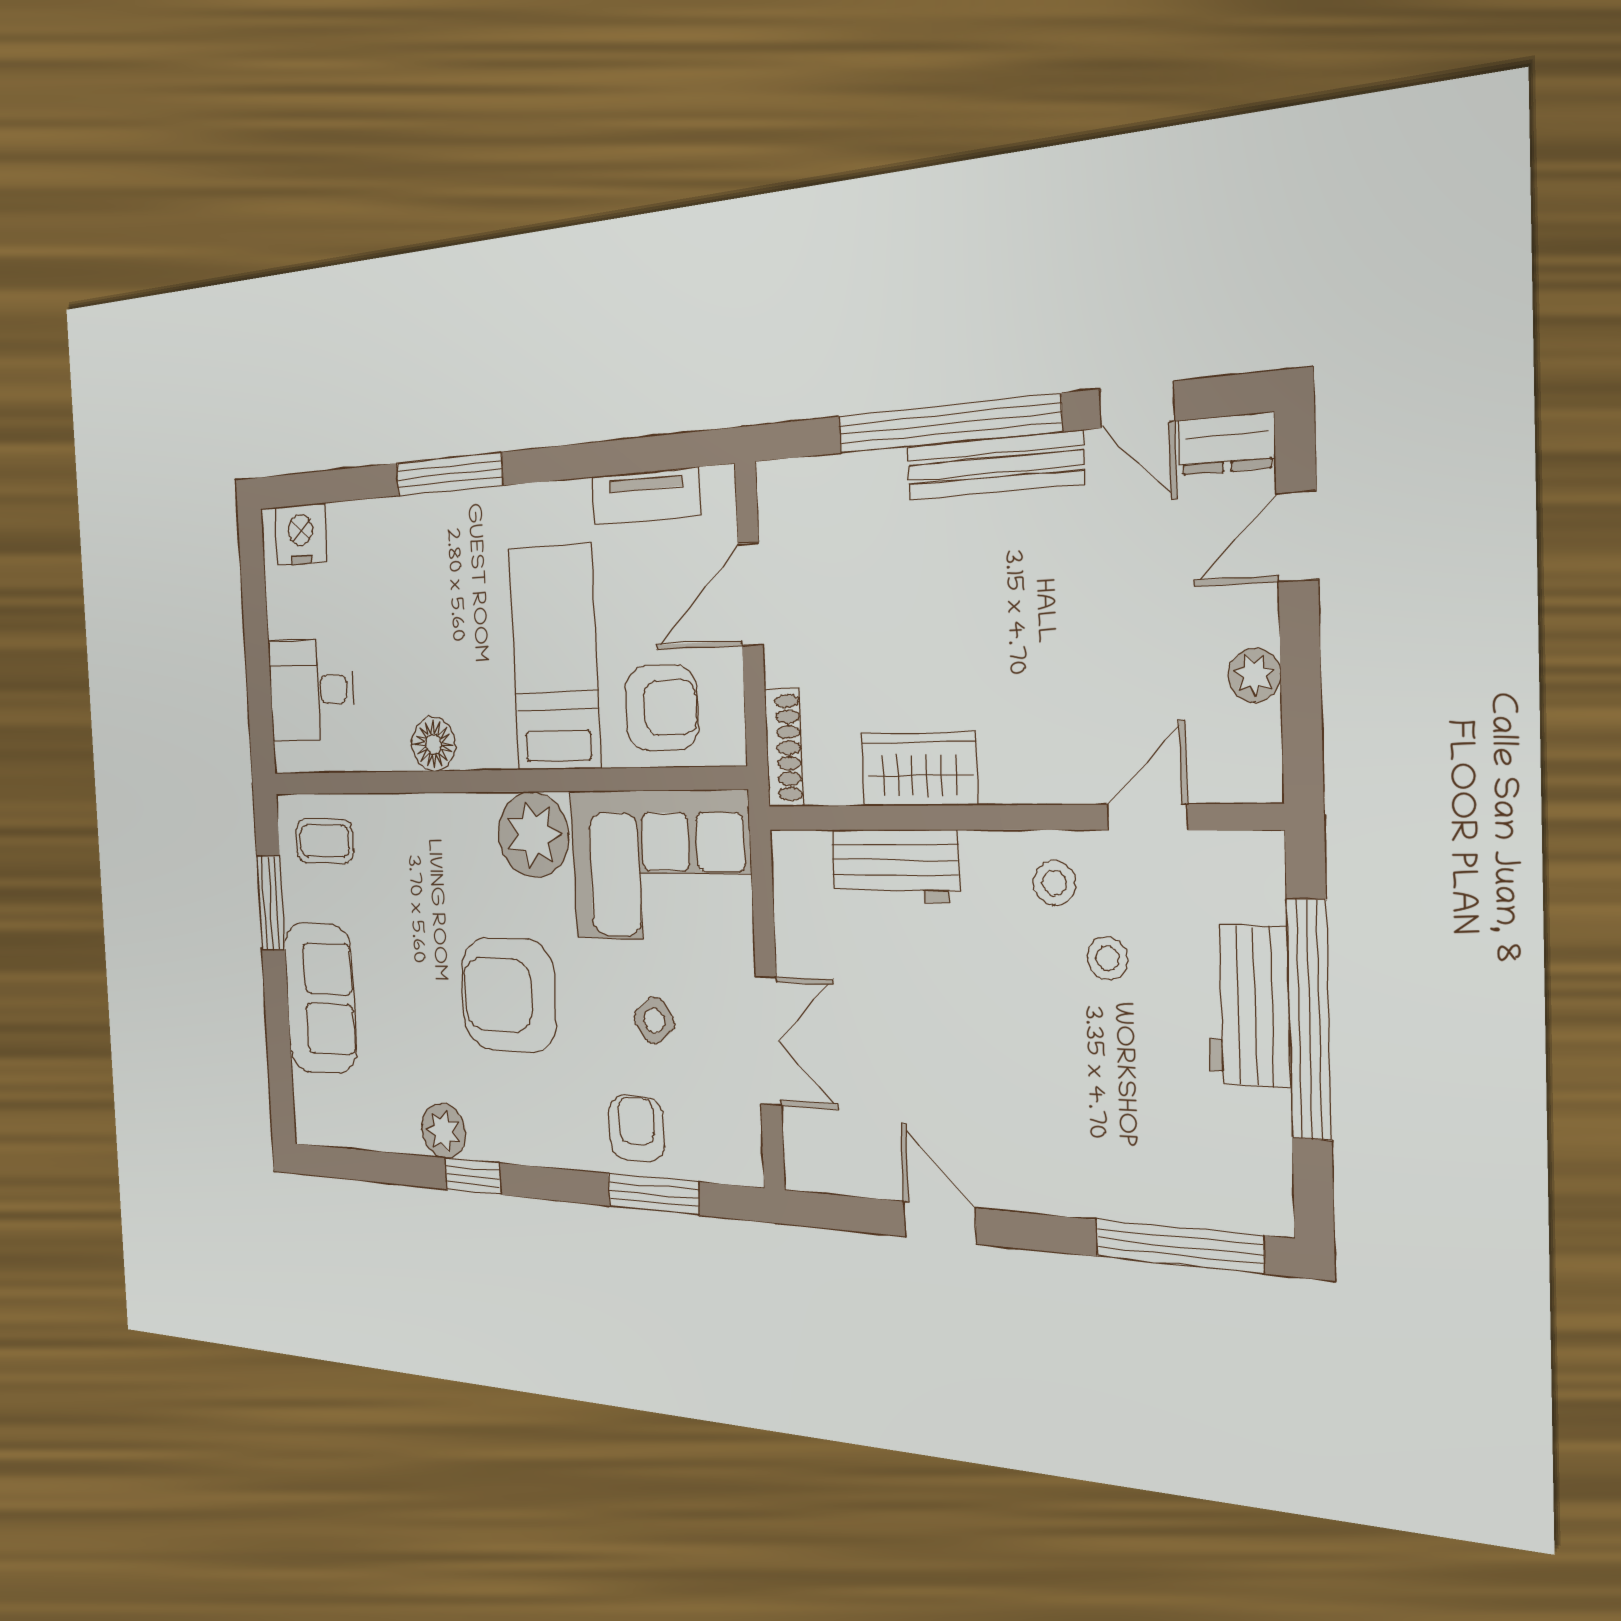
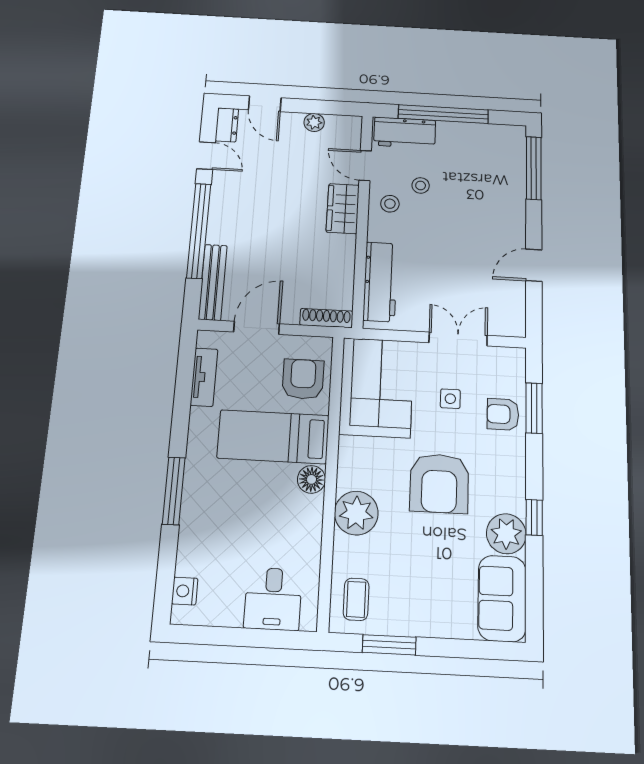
door: (1137, 405) -> (206, 156), hinge flipped
bench: (995, 465) -> (213, 282), moved
nightstand: (301, 535) -> (185, 591), width x0.74, depth x0.75
door: (750, 595) -> (257, 328), swing flipped
floor lamp: (433, 744) -> (311, 479), moved
wardrobe: (919, 769) -> (343, 209), moved
plant: (533, 834) -> (356, 513), moved
workbench: (895, 866) -> (380, 282), width x1.38
sofa: (320, 998) -> (502, 598), moved, turned -90
workbench: (1248, 1006) -> (405, 133), moved
side table: (654, 1021) -> (450, 399), turned 37
plant: (444, 1131) -> (506, 534), width x1.36, depth x1.36

